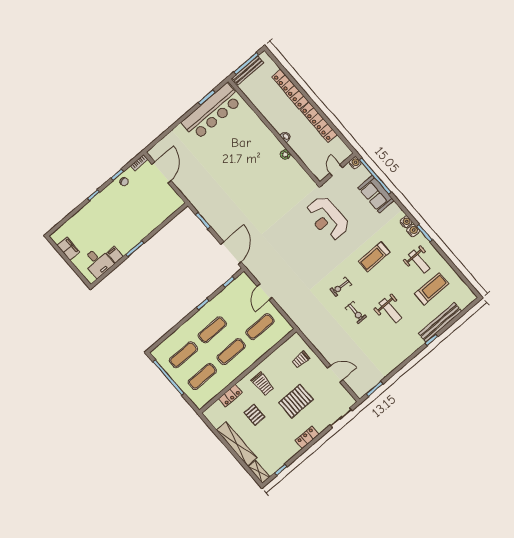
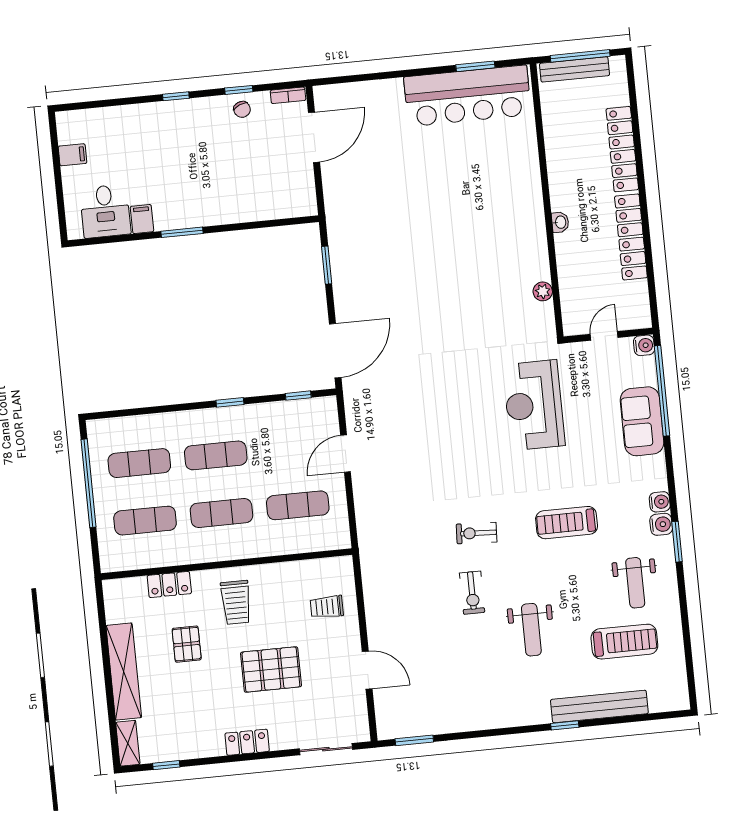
plant: (285, 154) -> (543, 291), moved
filing cabinet: (68, 249) -> (73, 155), width x0.50

